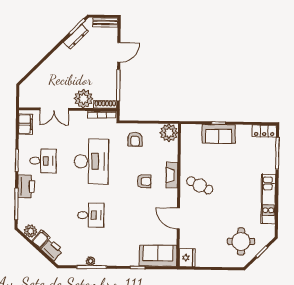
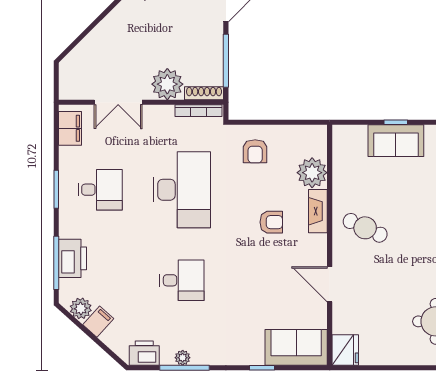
plant: (169, 133) -> (312, 173), moved
printer: (26, 186) -> (72, 258), moved
printer: (52, 250) -> (144, 353), moved, turned -42

